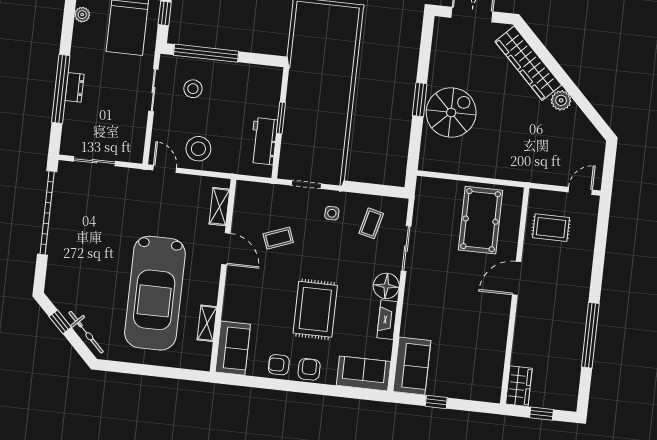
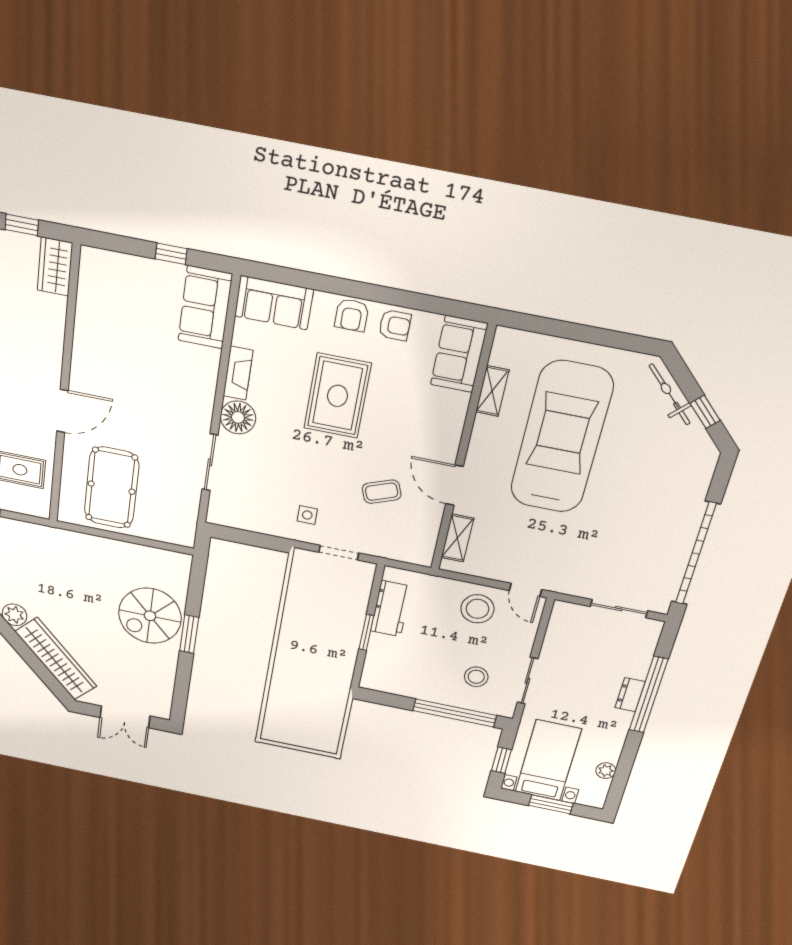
coffee table: (371, 223) -> (255, 498), removed

